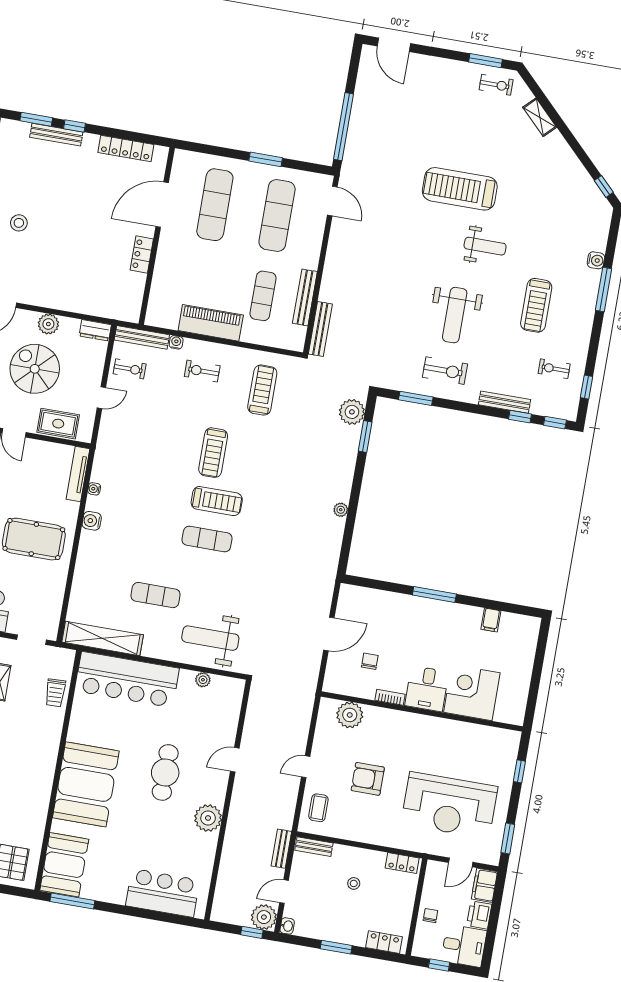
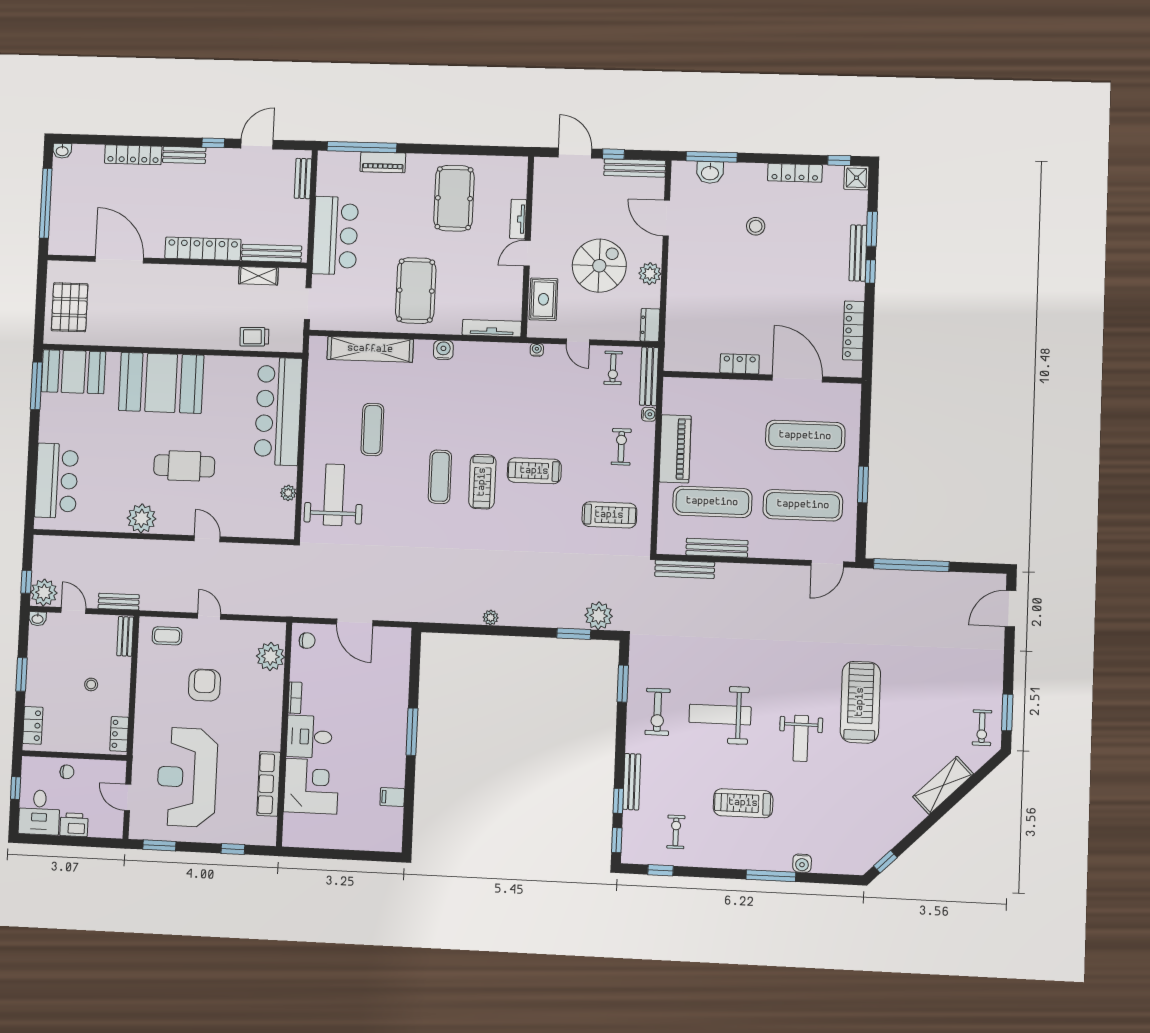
shelving: (540, 117) -> (943, 785), width x1.50, depth x1.33
exercise mat: (263, 296) -> (712, 502), width x1.36, depth x1.45
water cooler: (94, 489) -> (537, 350), moved
shelving: (103, 638) -> (370, 349), moved, turned 90
chair: (370, 661) -> (307, 641), moved
row of seats: (465, 731) -> (269, 784), added
filing cabinet: (484, 885) -> (106, 826), removed

